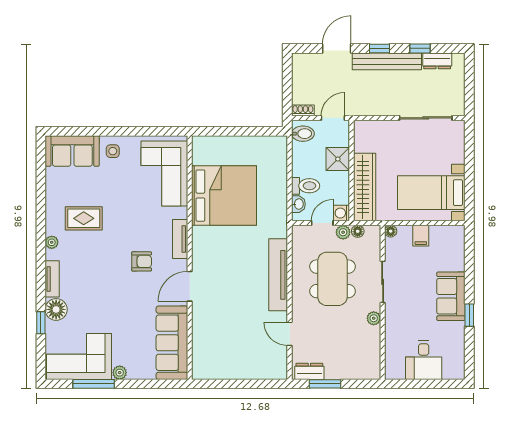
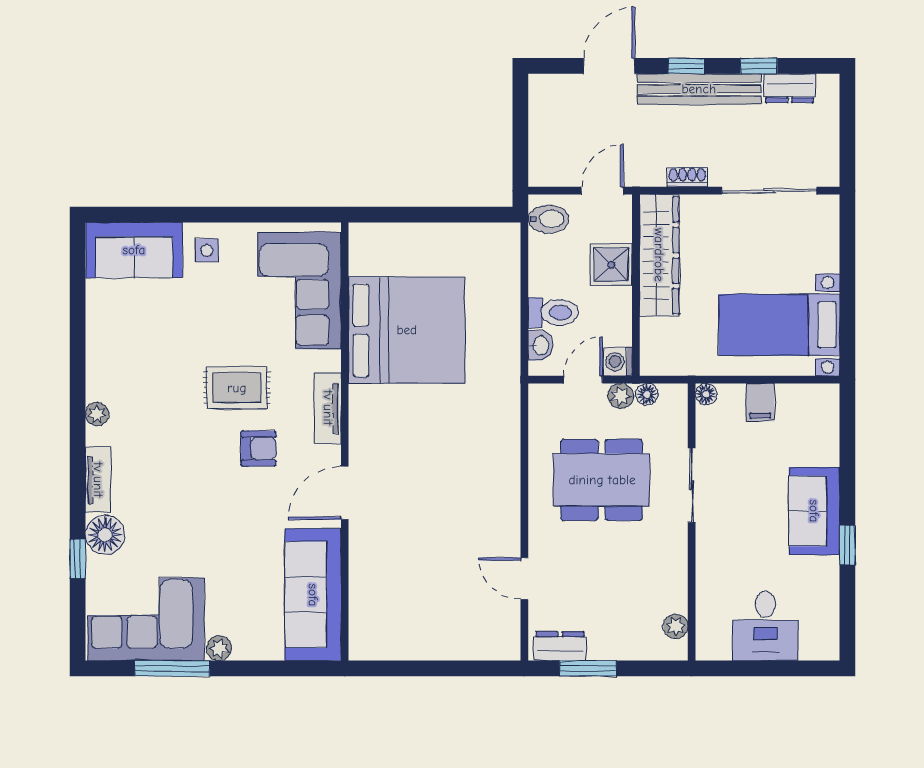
shoe rack: (303, 110) -> (687, 177), moved
wardrobe: (365, 187) -> (659, 255), moved
rug: (84, 218) -> (237, 388), moved
tv unit: (278, 275) -> (504, 473), removed
dining table: (332, 279) -> (602, 480), turned 90
plant: (374, 318) -> (676, 626), moved

